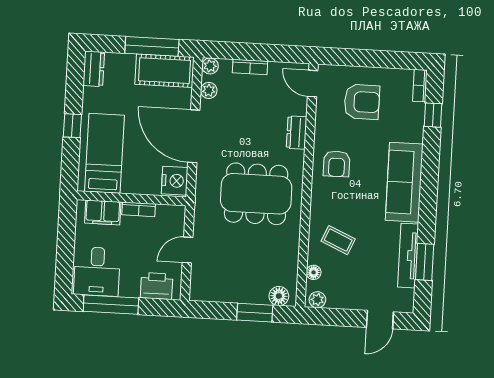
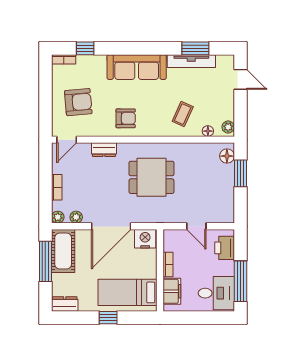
armchair: (362, 102) -> (78, 102), turned 85
dining table: (256, 194) -> (151, 177), width x0.73

